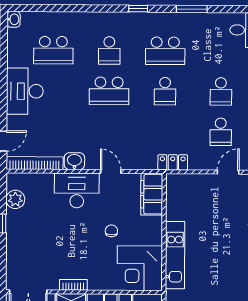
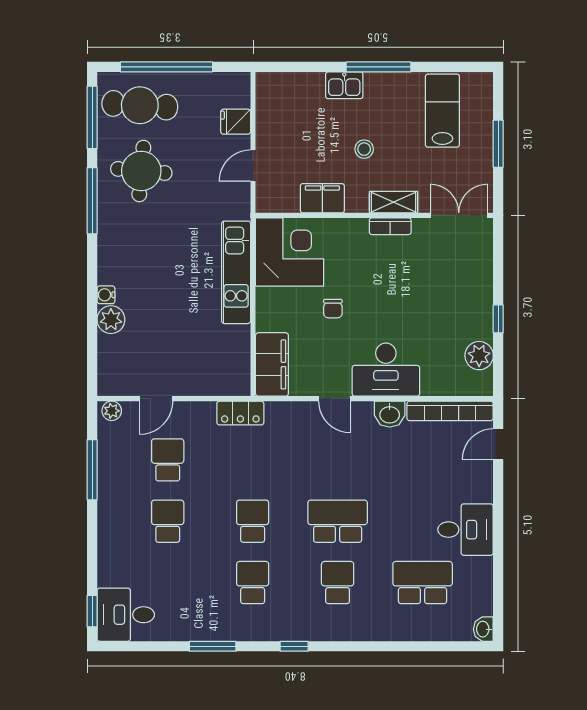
school desk: (165, 51) -> (253, 583), width x0.54
desk: (25, 91) -> (465, 530), width x0.73

